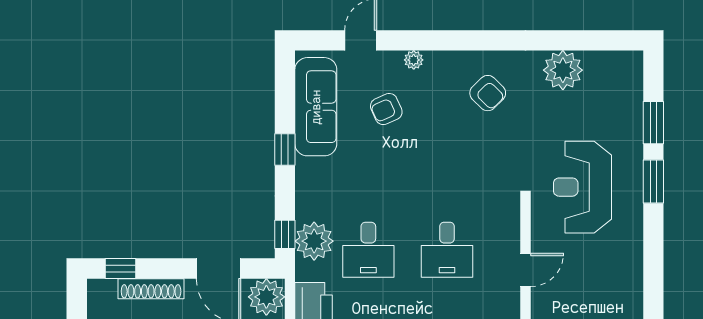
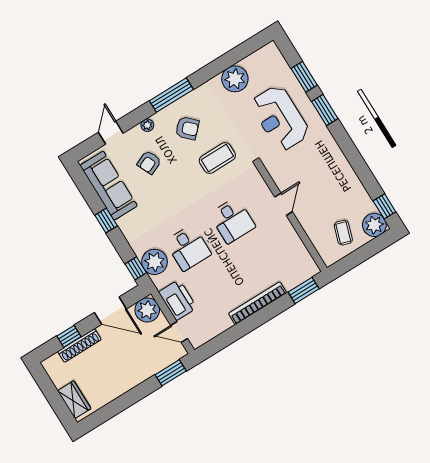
window: (468, 40) -> (171, 95), added
armchair: (488, 93) -> (187, 128), moved
coffee table: (477, 158) -> (217, 158), added
reception desk: (582, 187) -> (280, 118), moved
window: (121, 268) -> (69, 336), moved

